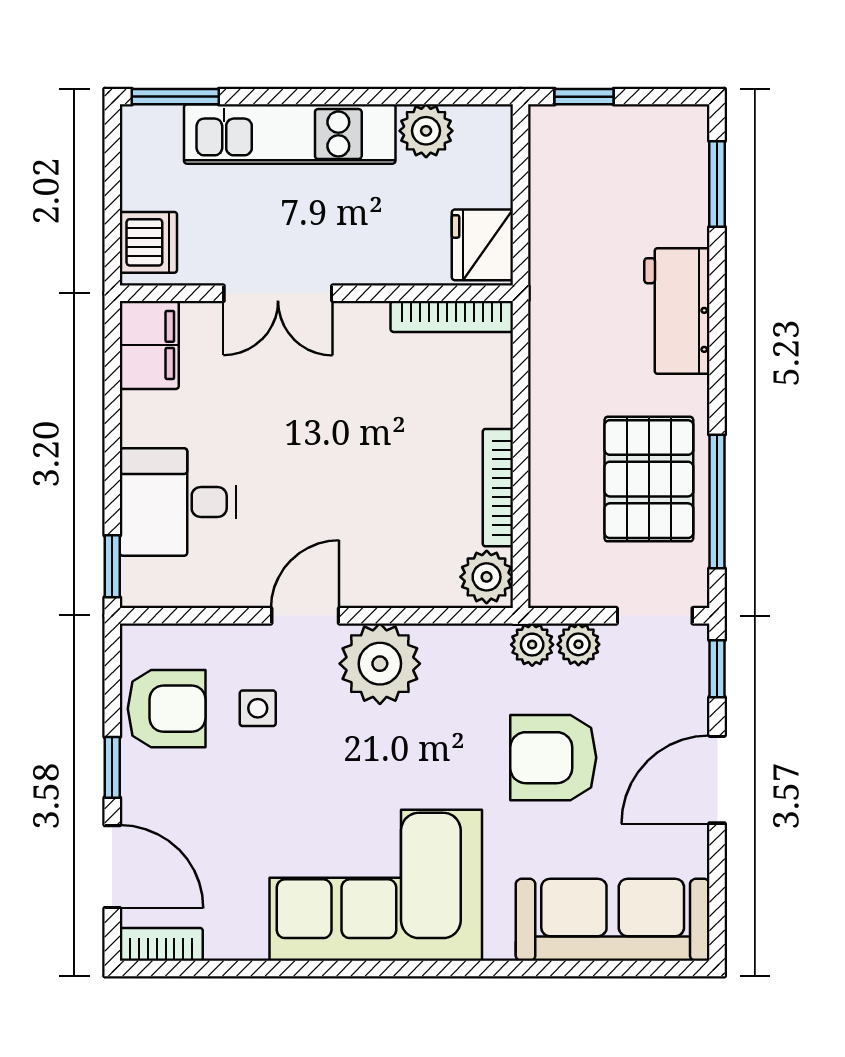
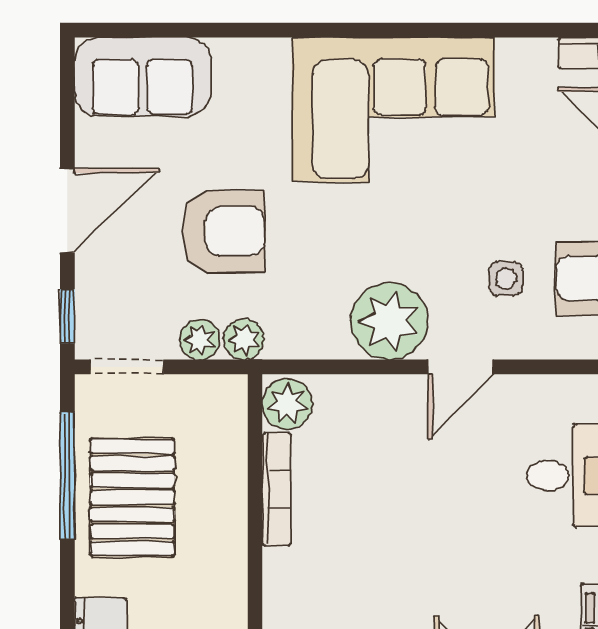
sofa: (613, 920) -> (143, 77), width x0.73

